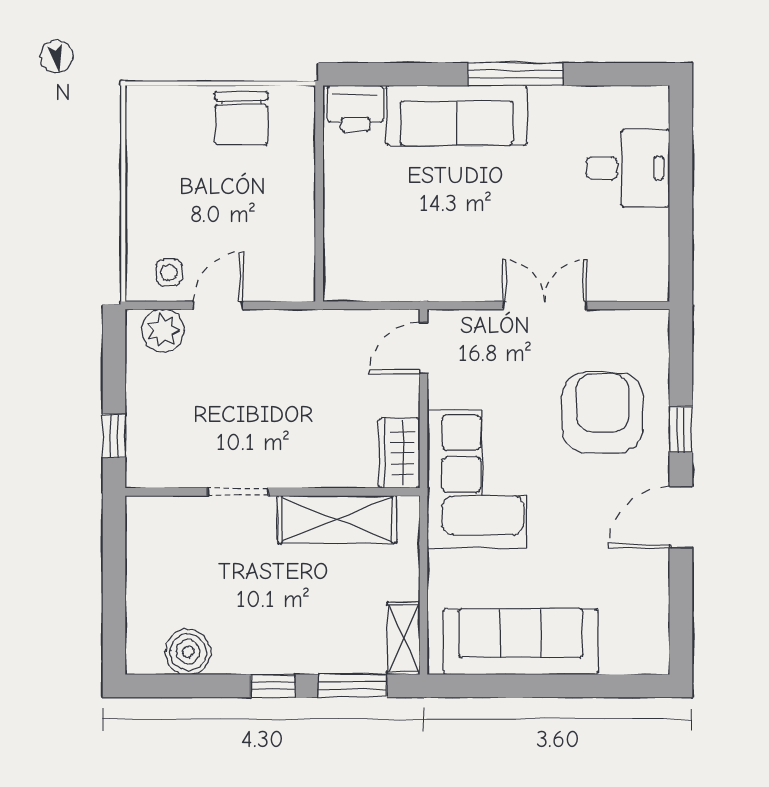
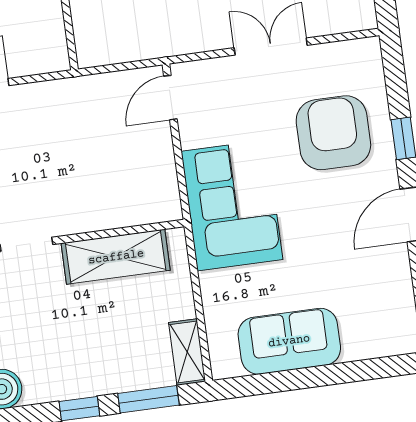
wardrobe: (399, 453) -> (162, 192), removed
sofa: (521, 642) -> (289, 341), width x0.73

